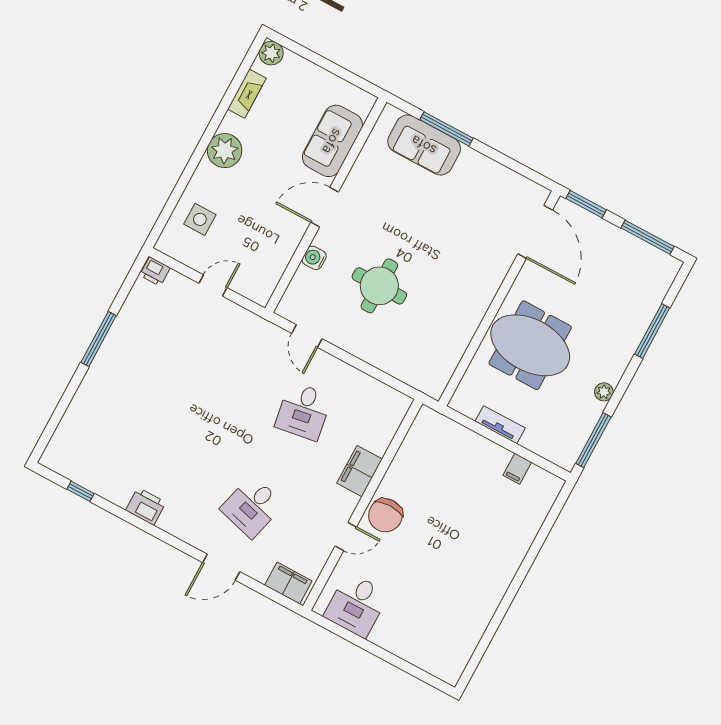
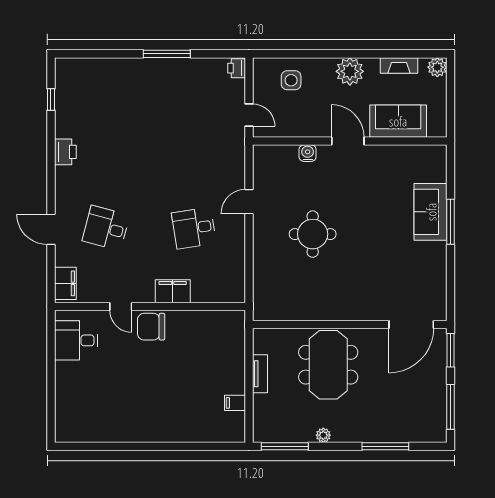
sofa: (332, 141) -> (398, 121), moved
wall: (326, 205) -> (350, 141), moved
door: (325, 207) -> (348, 141), moved
water cooler: (314, 258) -> (308, 153), moved

